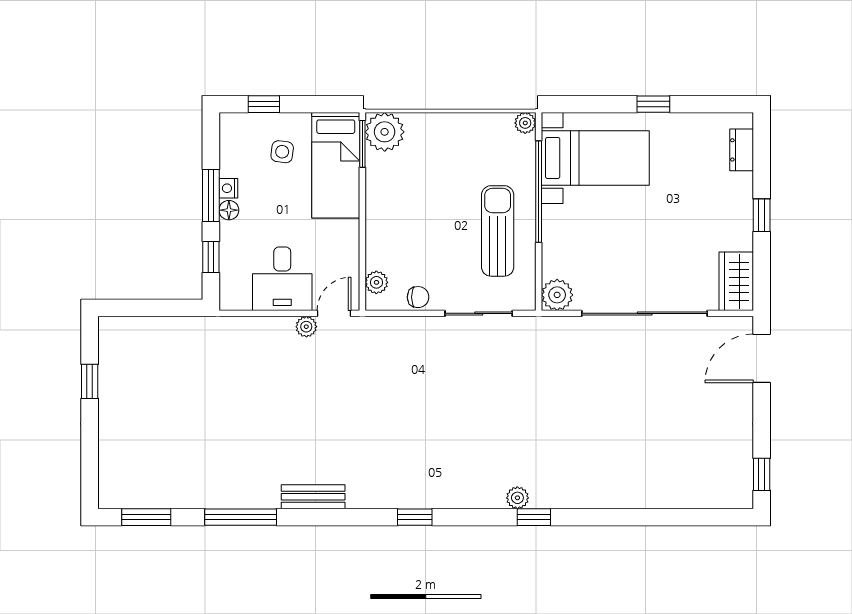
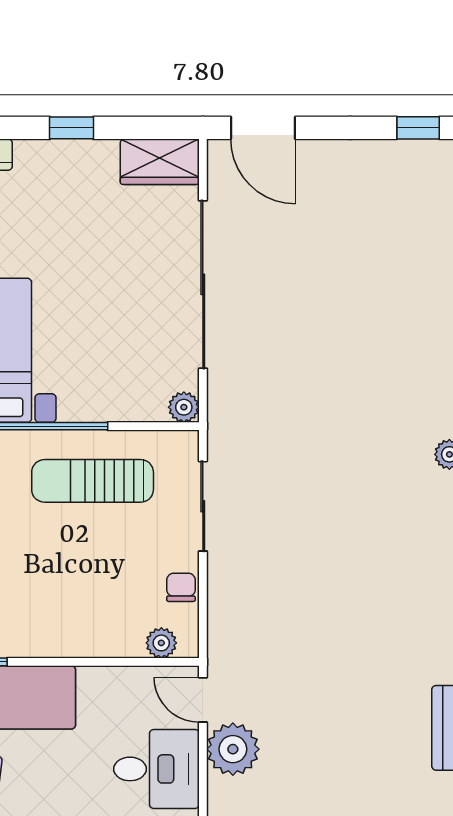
plant: (557, 295) -> (184, 407), width x0.73, depth x0.73
plant: (306, 327) -> (233, 749), width x1.87, depth x1.87

